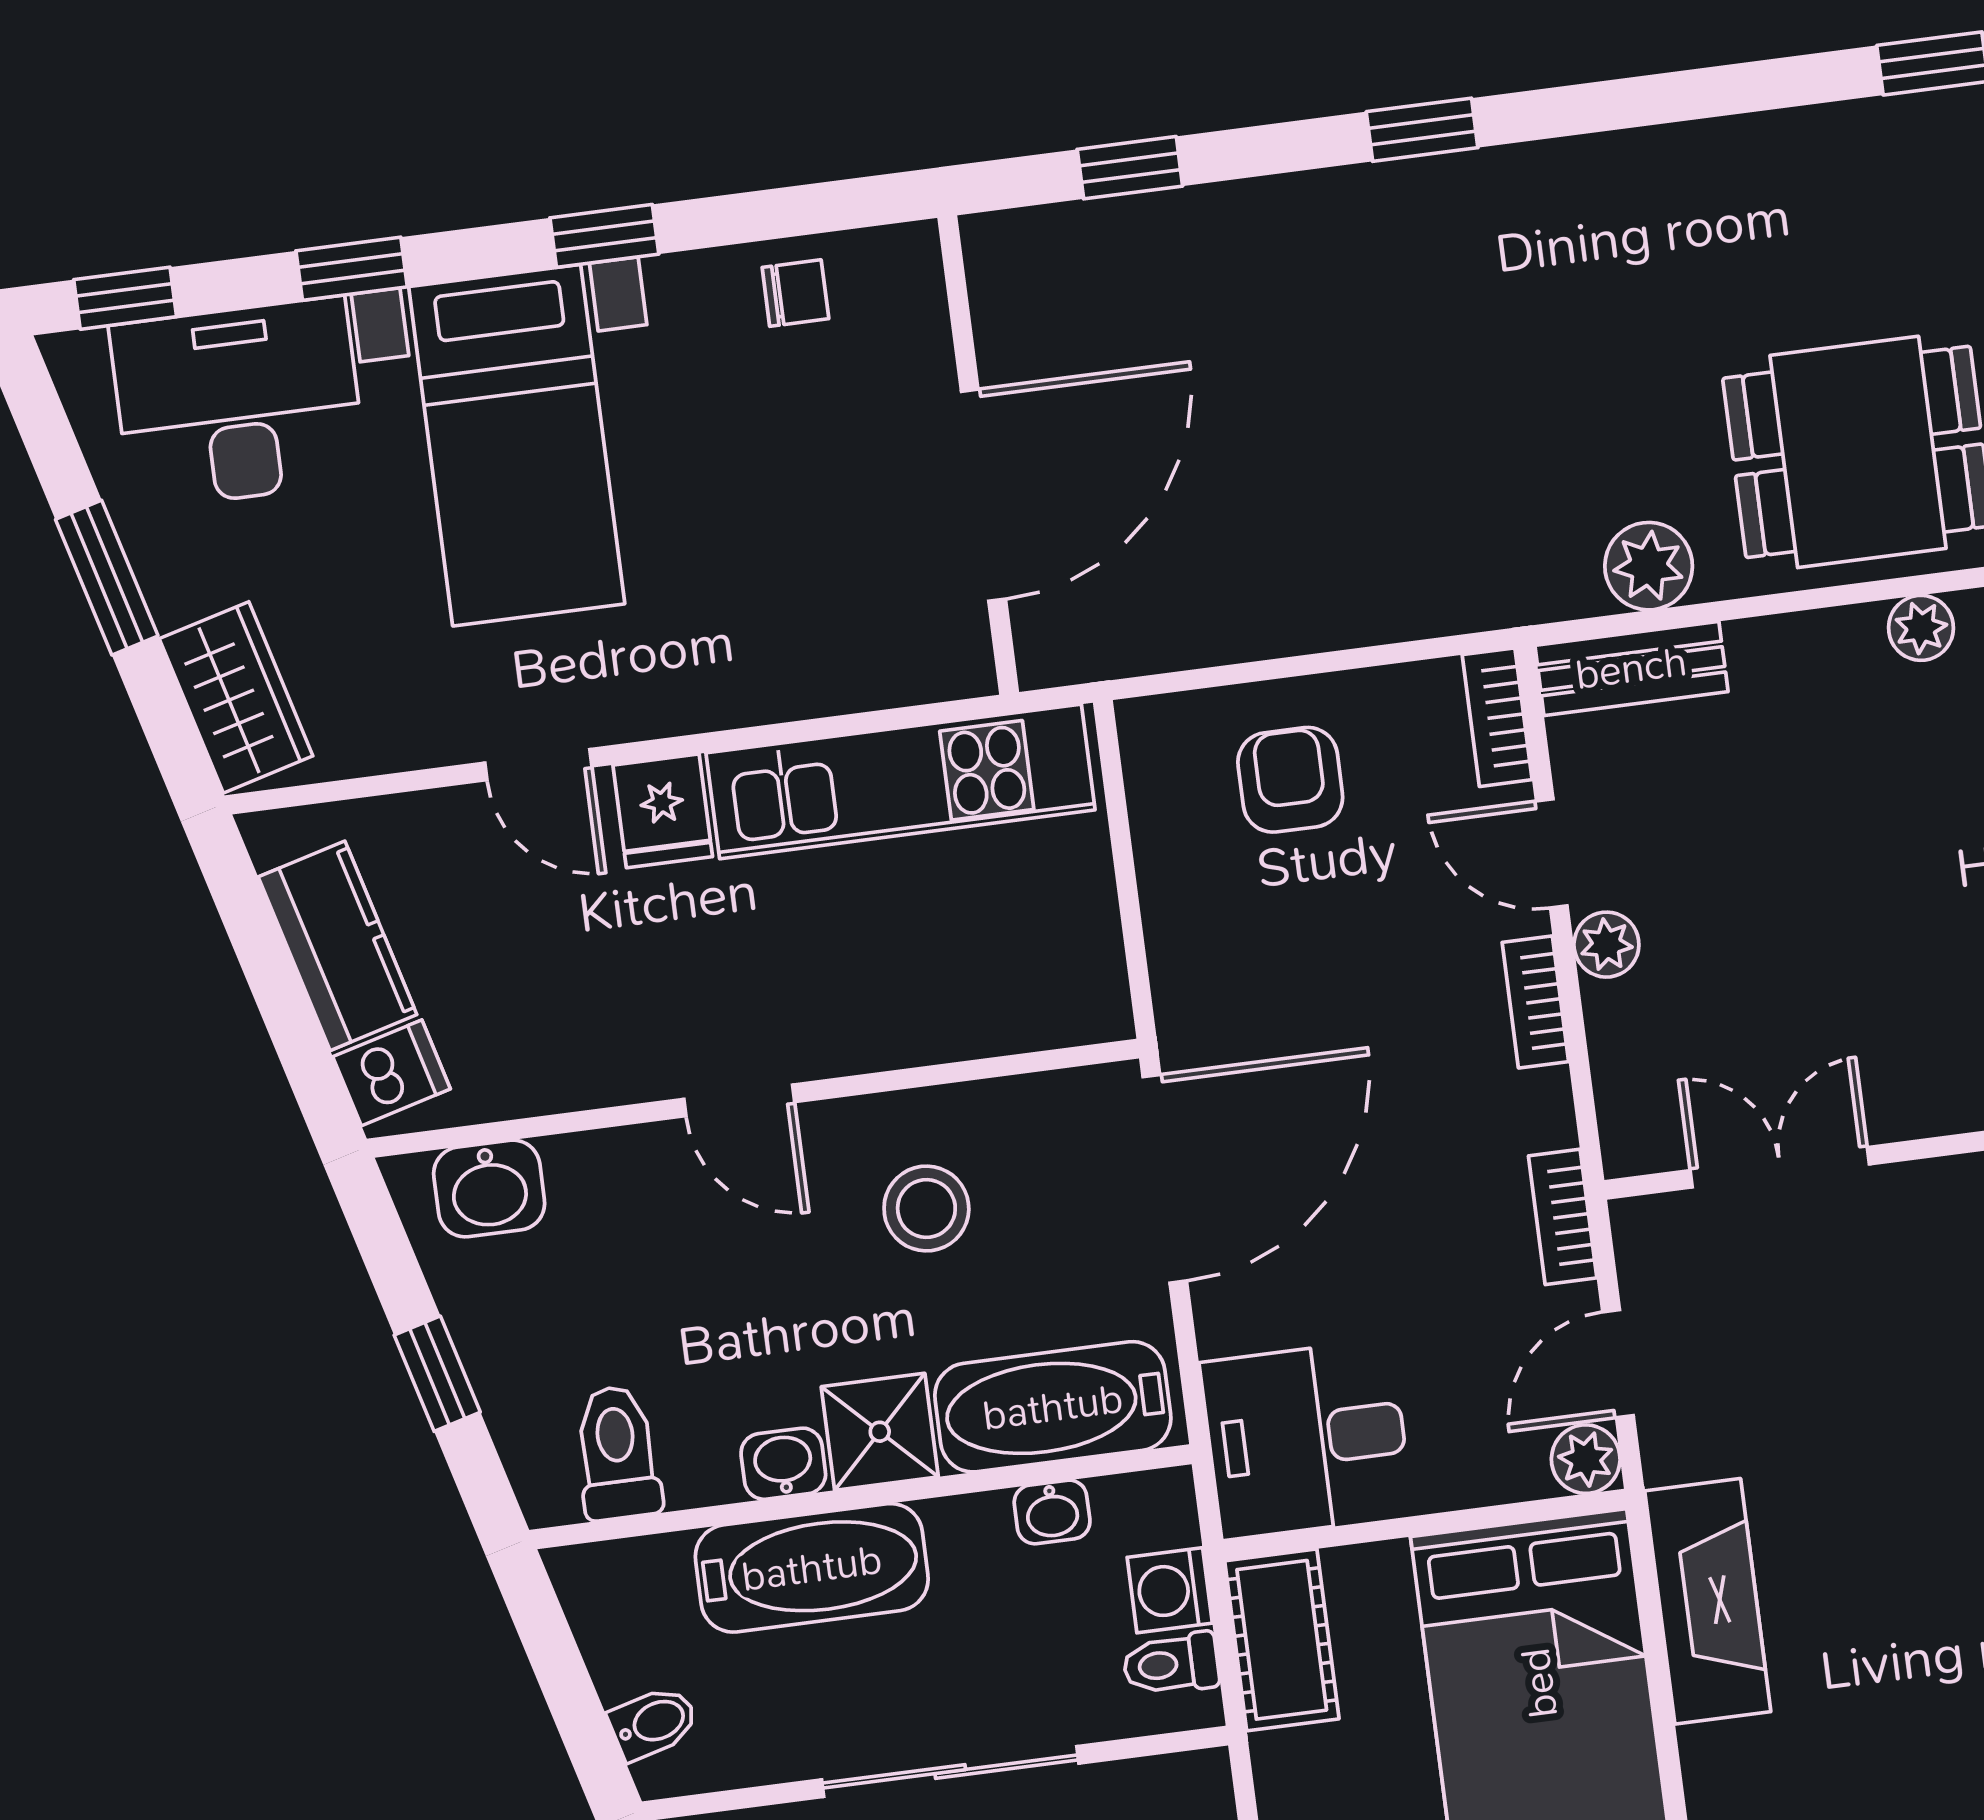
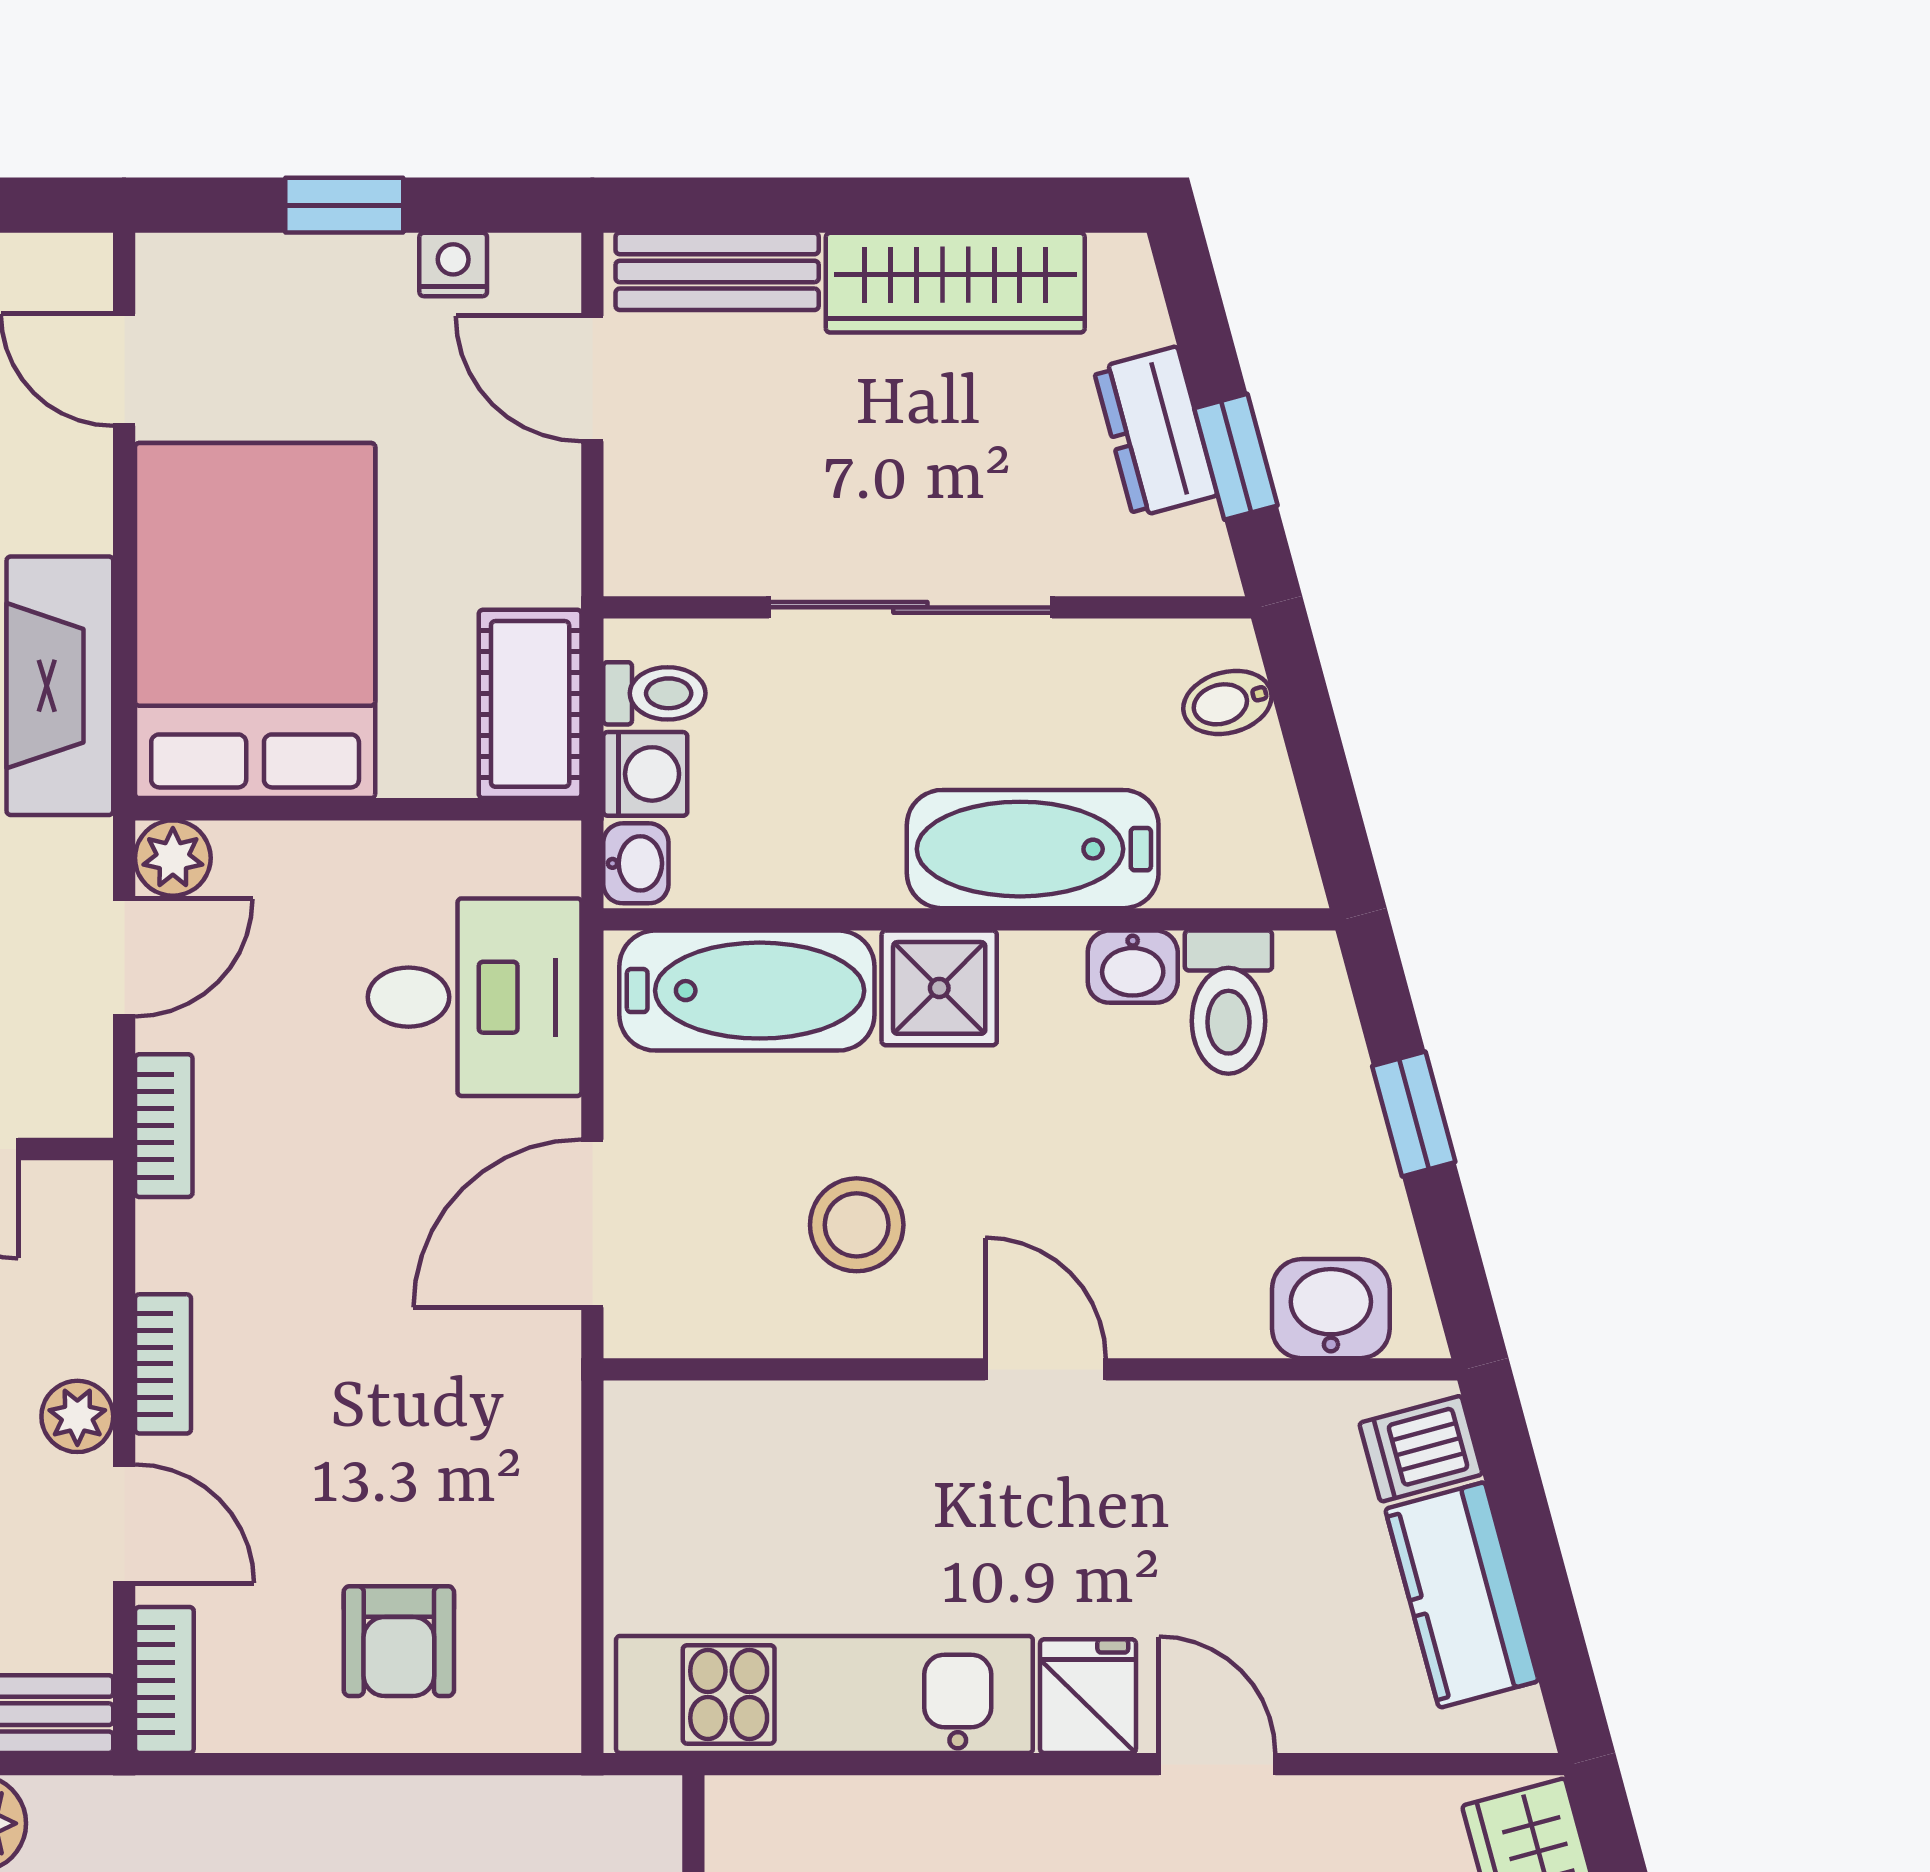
door: (1165, 1179) -> (592, 1223), width x0.73
desk: (1307, 1439) -> (475, 997), moved
washbasin: (783, 1464) -> (1133, 967), moved
washbasin: (1052, 1512) -> (636, 863), moved, turned 90

